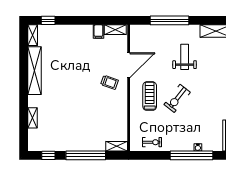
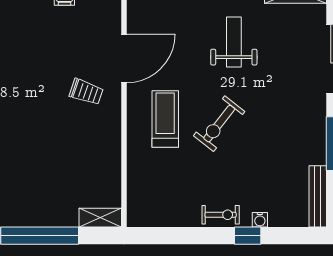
exercise bike: (152, 142) -> (221, 215), moved
window: (192, 155) -> (248, 236), width x0.32

